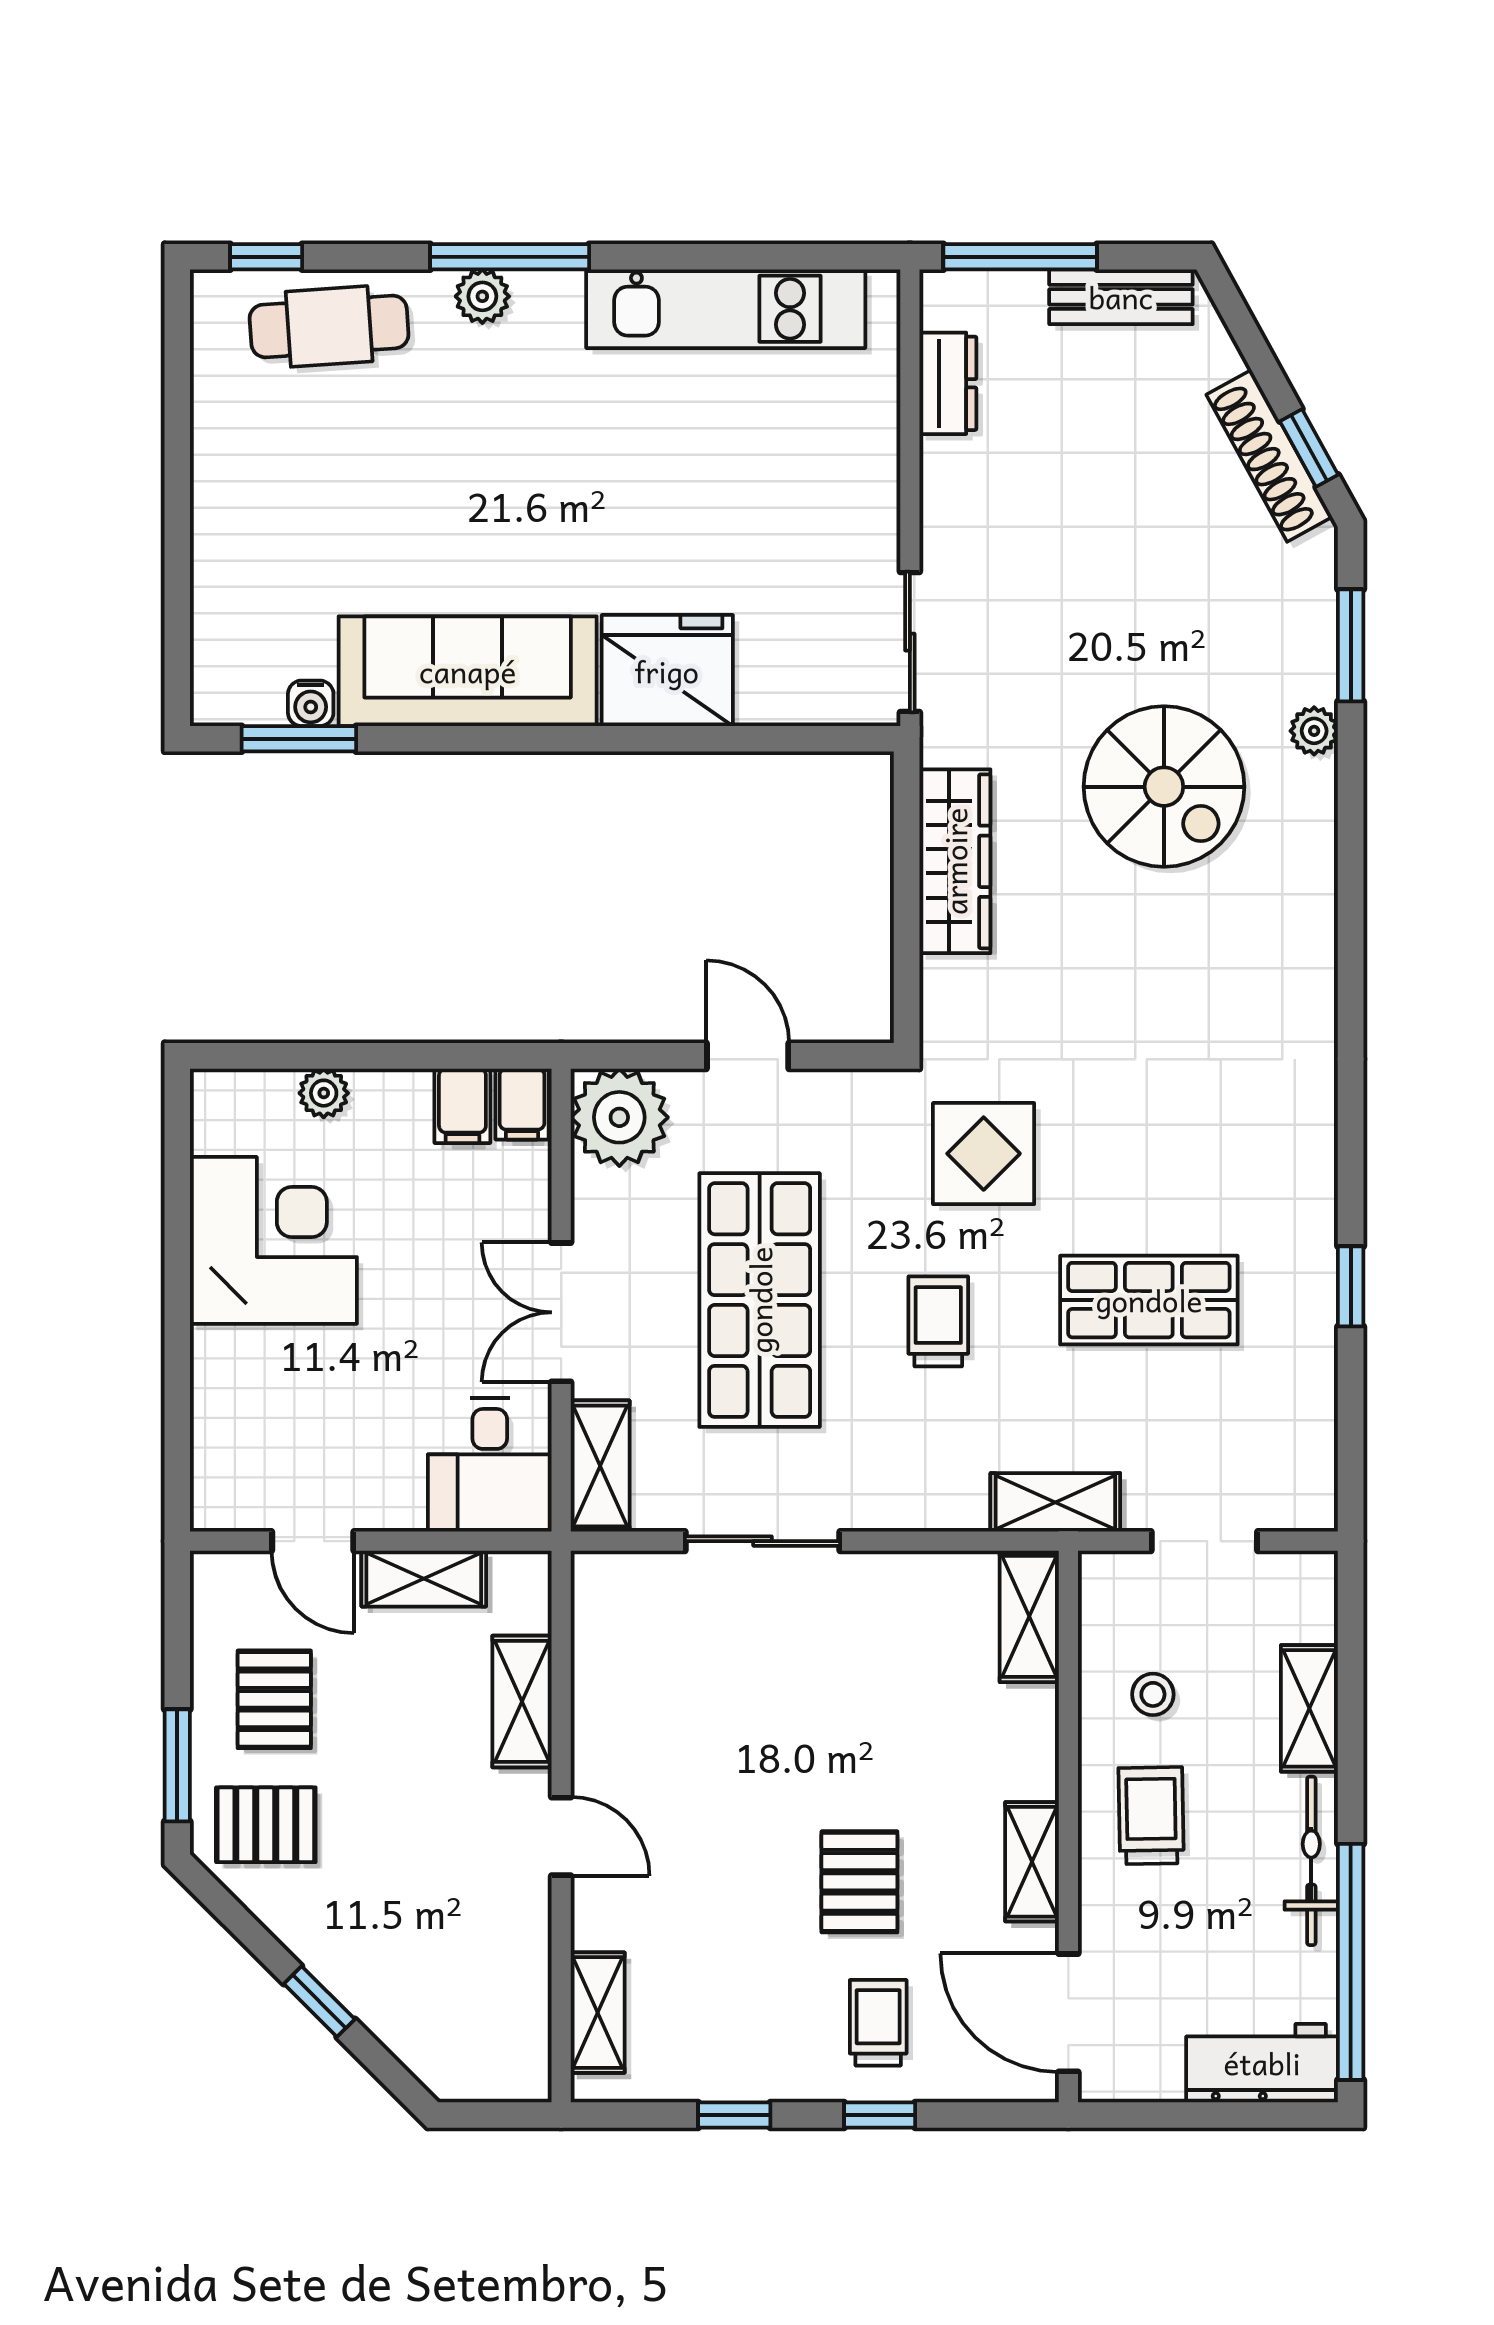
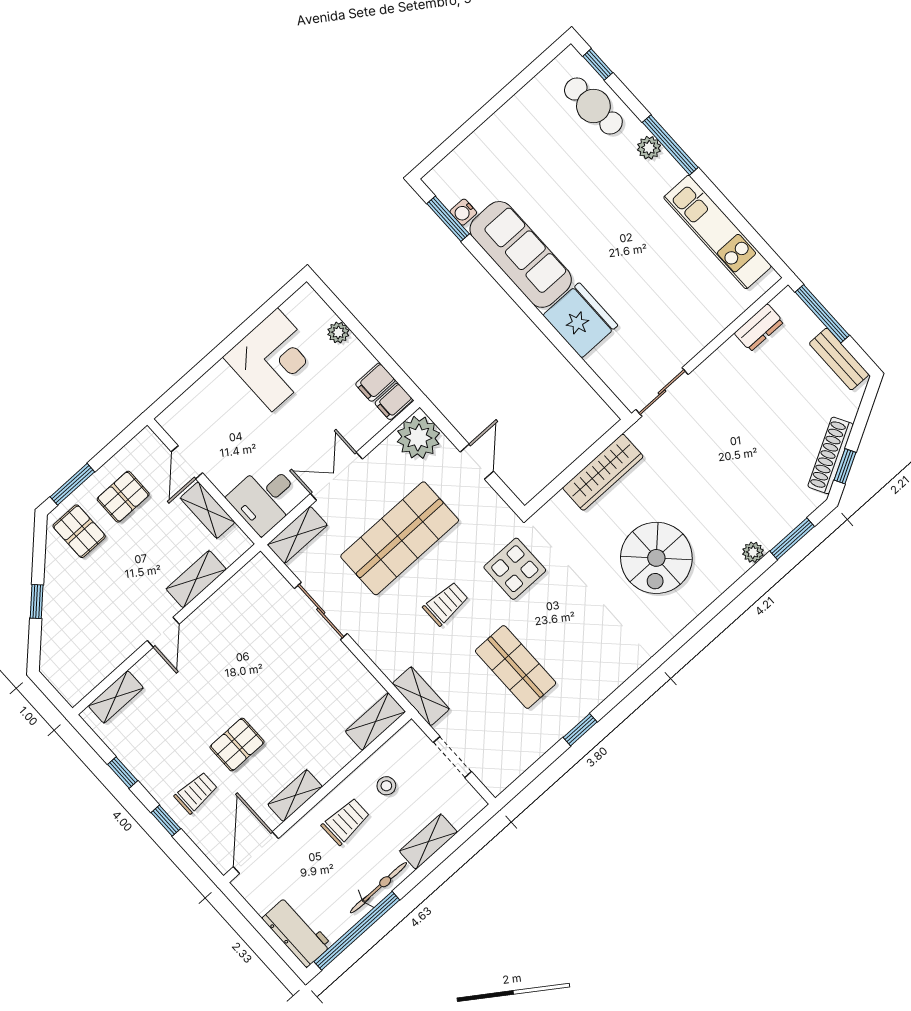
spiral stairs: (1164, 787) -> (656, 558), moved

